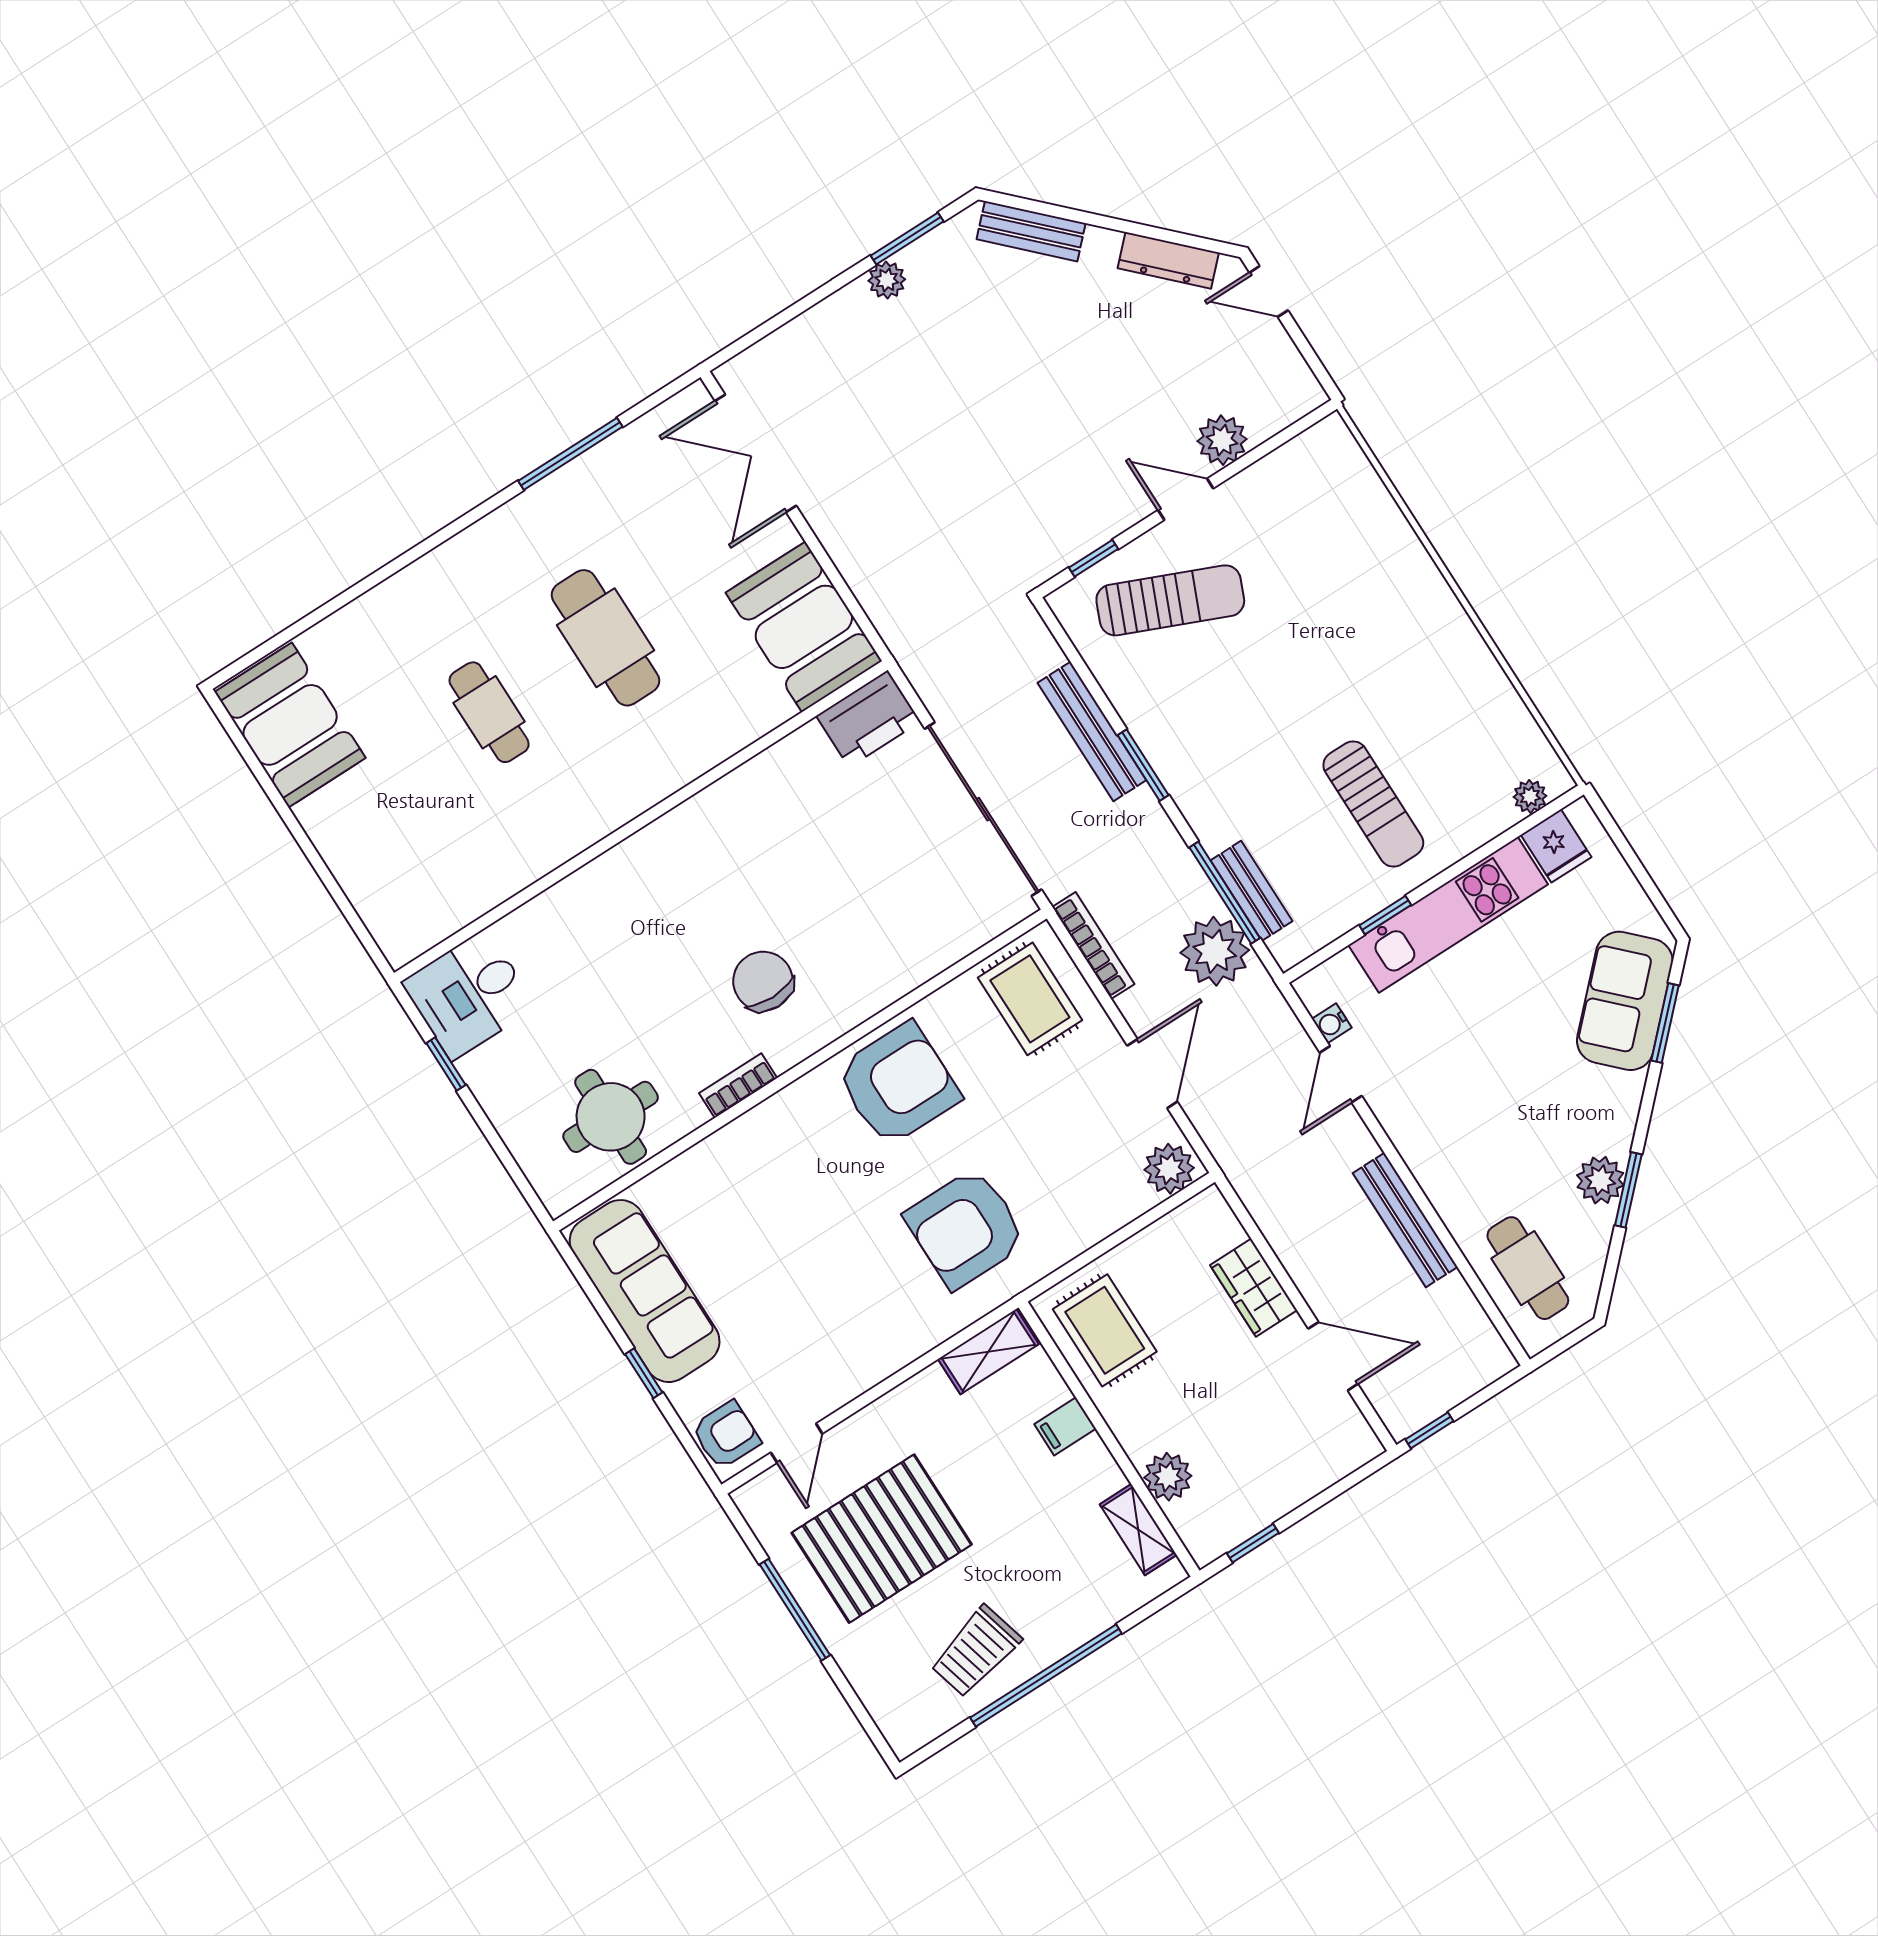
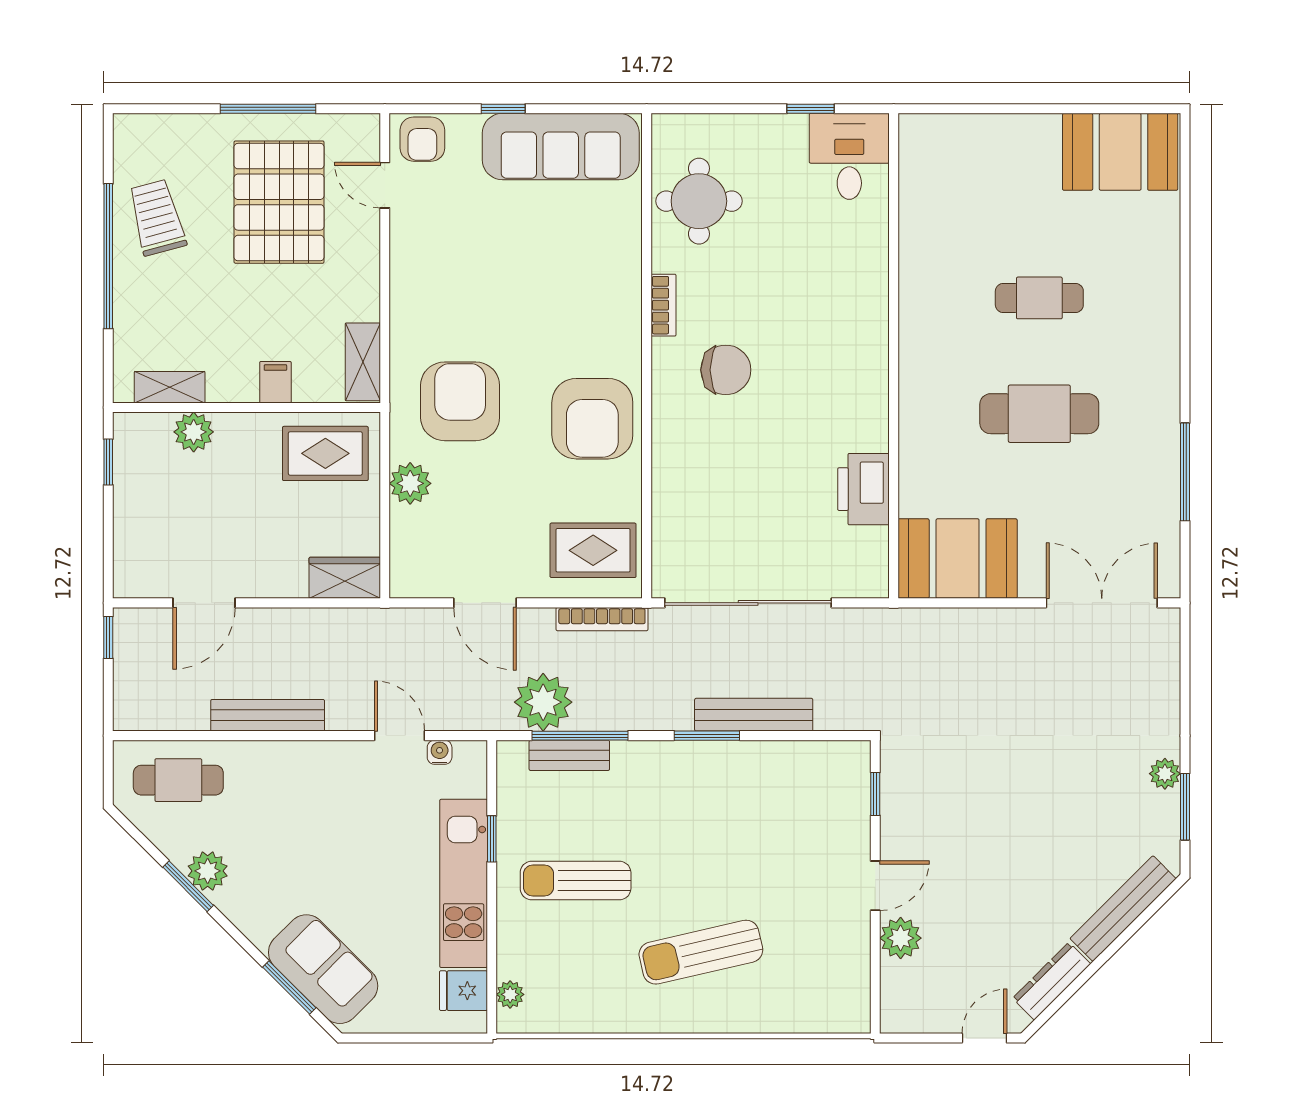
bench: (1031, 231) -> (1123, 909), width x1.36
sun lounger: (1170, 600) -> (701, 952), moved, turned 54
printer: (868, 719) -> (864, 489), moved
plant: (1169, 1169) -> (410, 483), moved
wardrobe: (1254, 1288) -> (345, 578), moved

